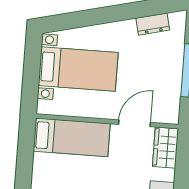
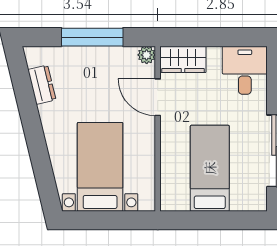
plant: (172, 116) -> (147, 55), added
bed: (72, 137) -> (210, 168), moved

